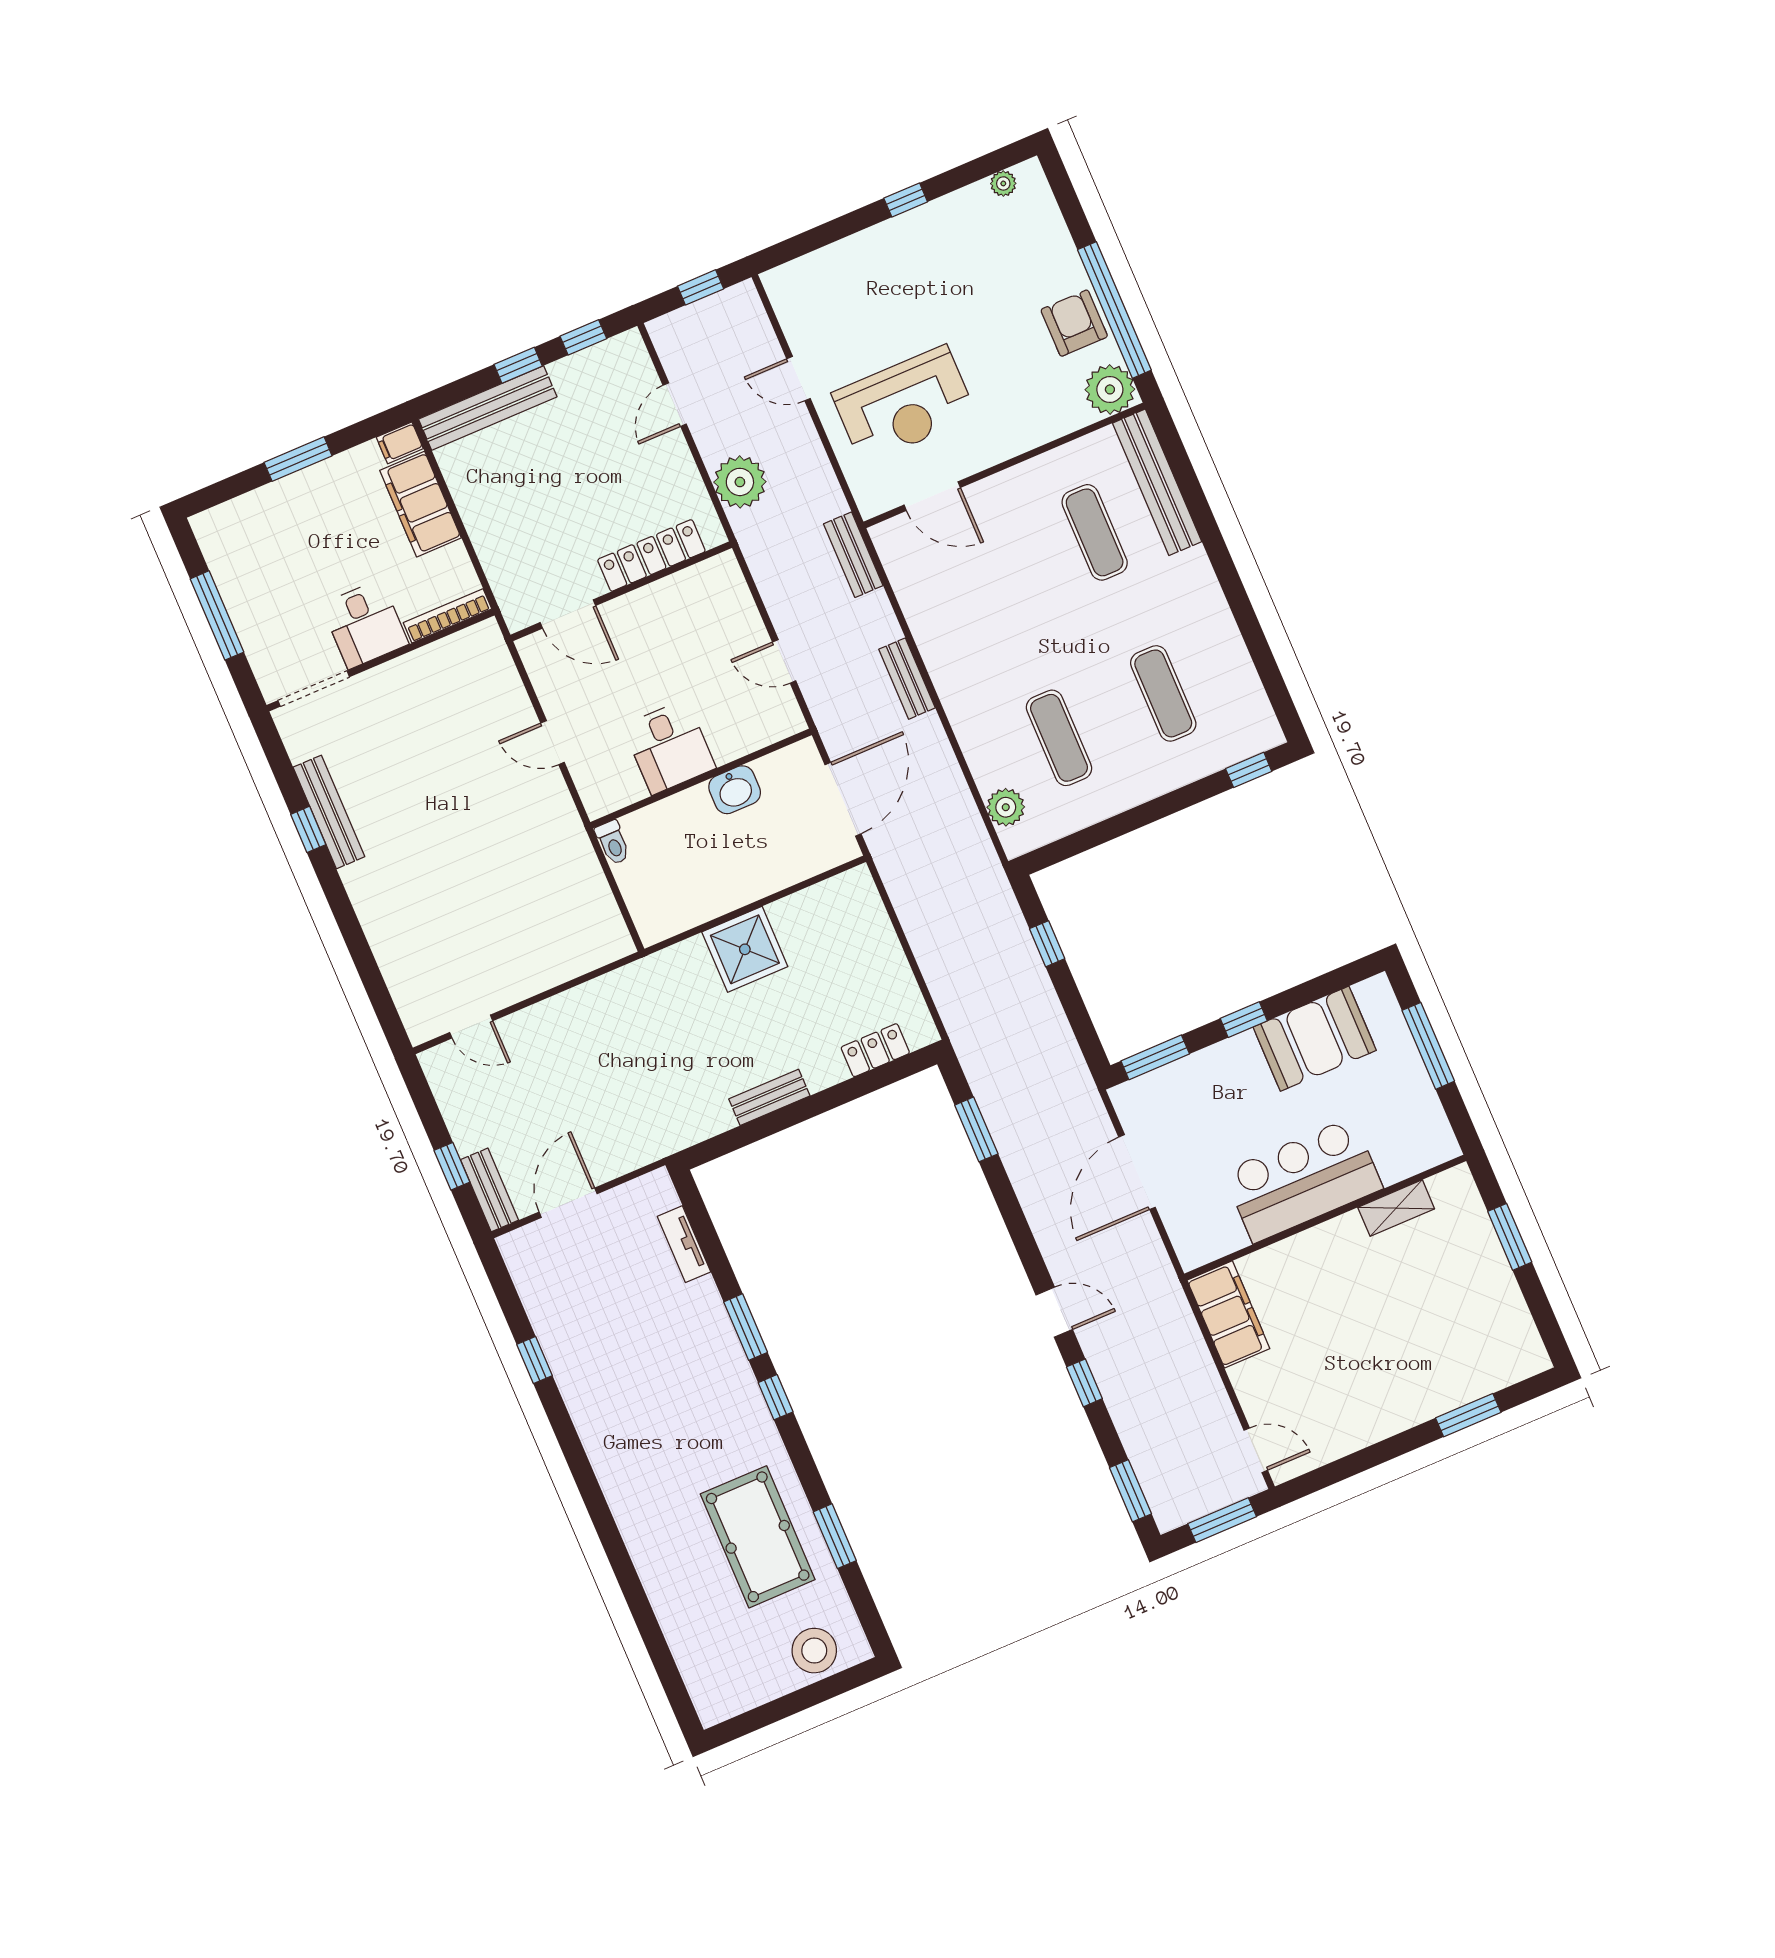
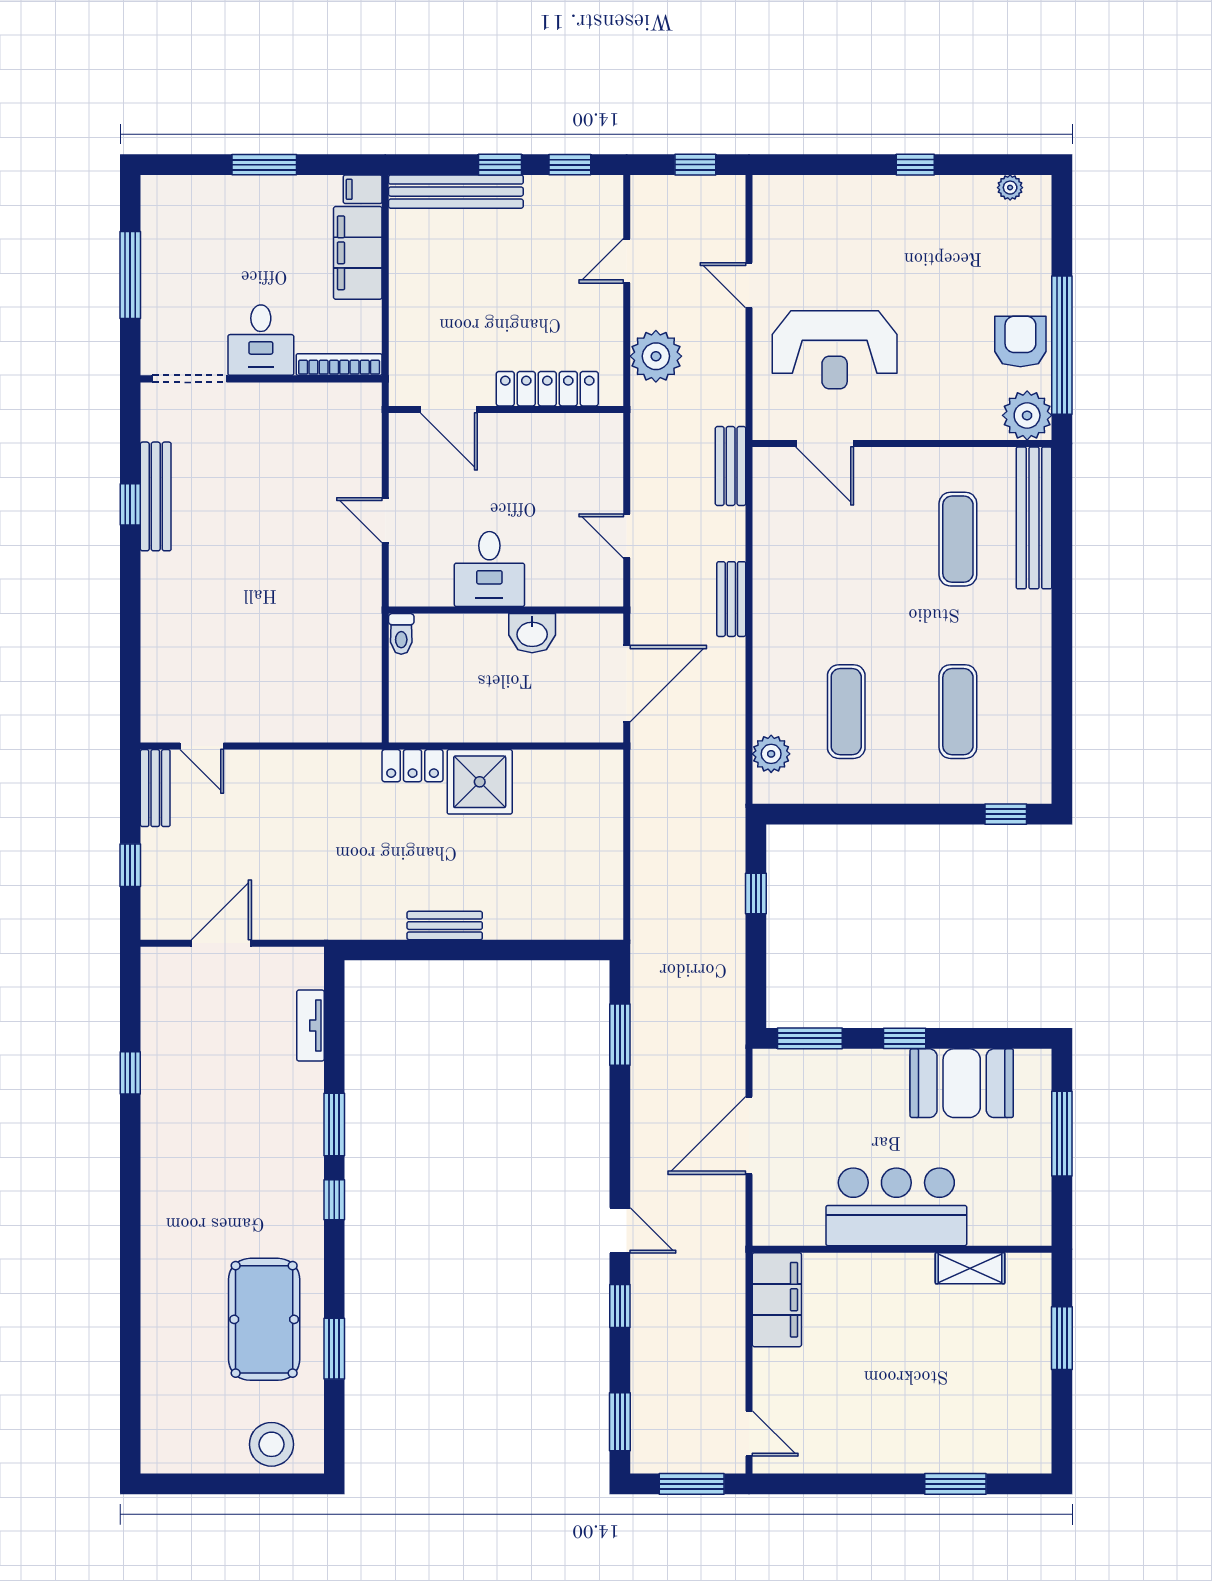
locker: (875, 1050) -> (413, 766), moved, turned 180
bench: (490, 1190) -> (155, 788), moved

